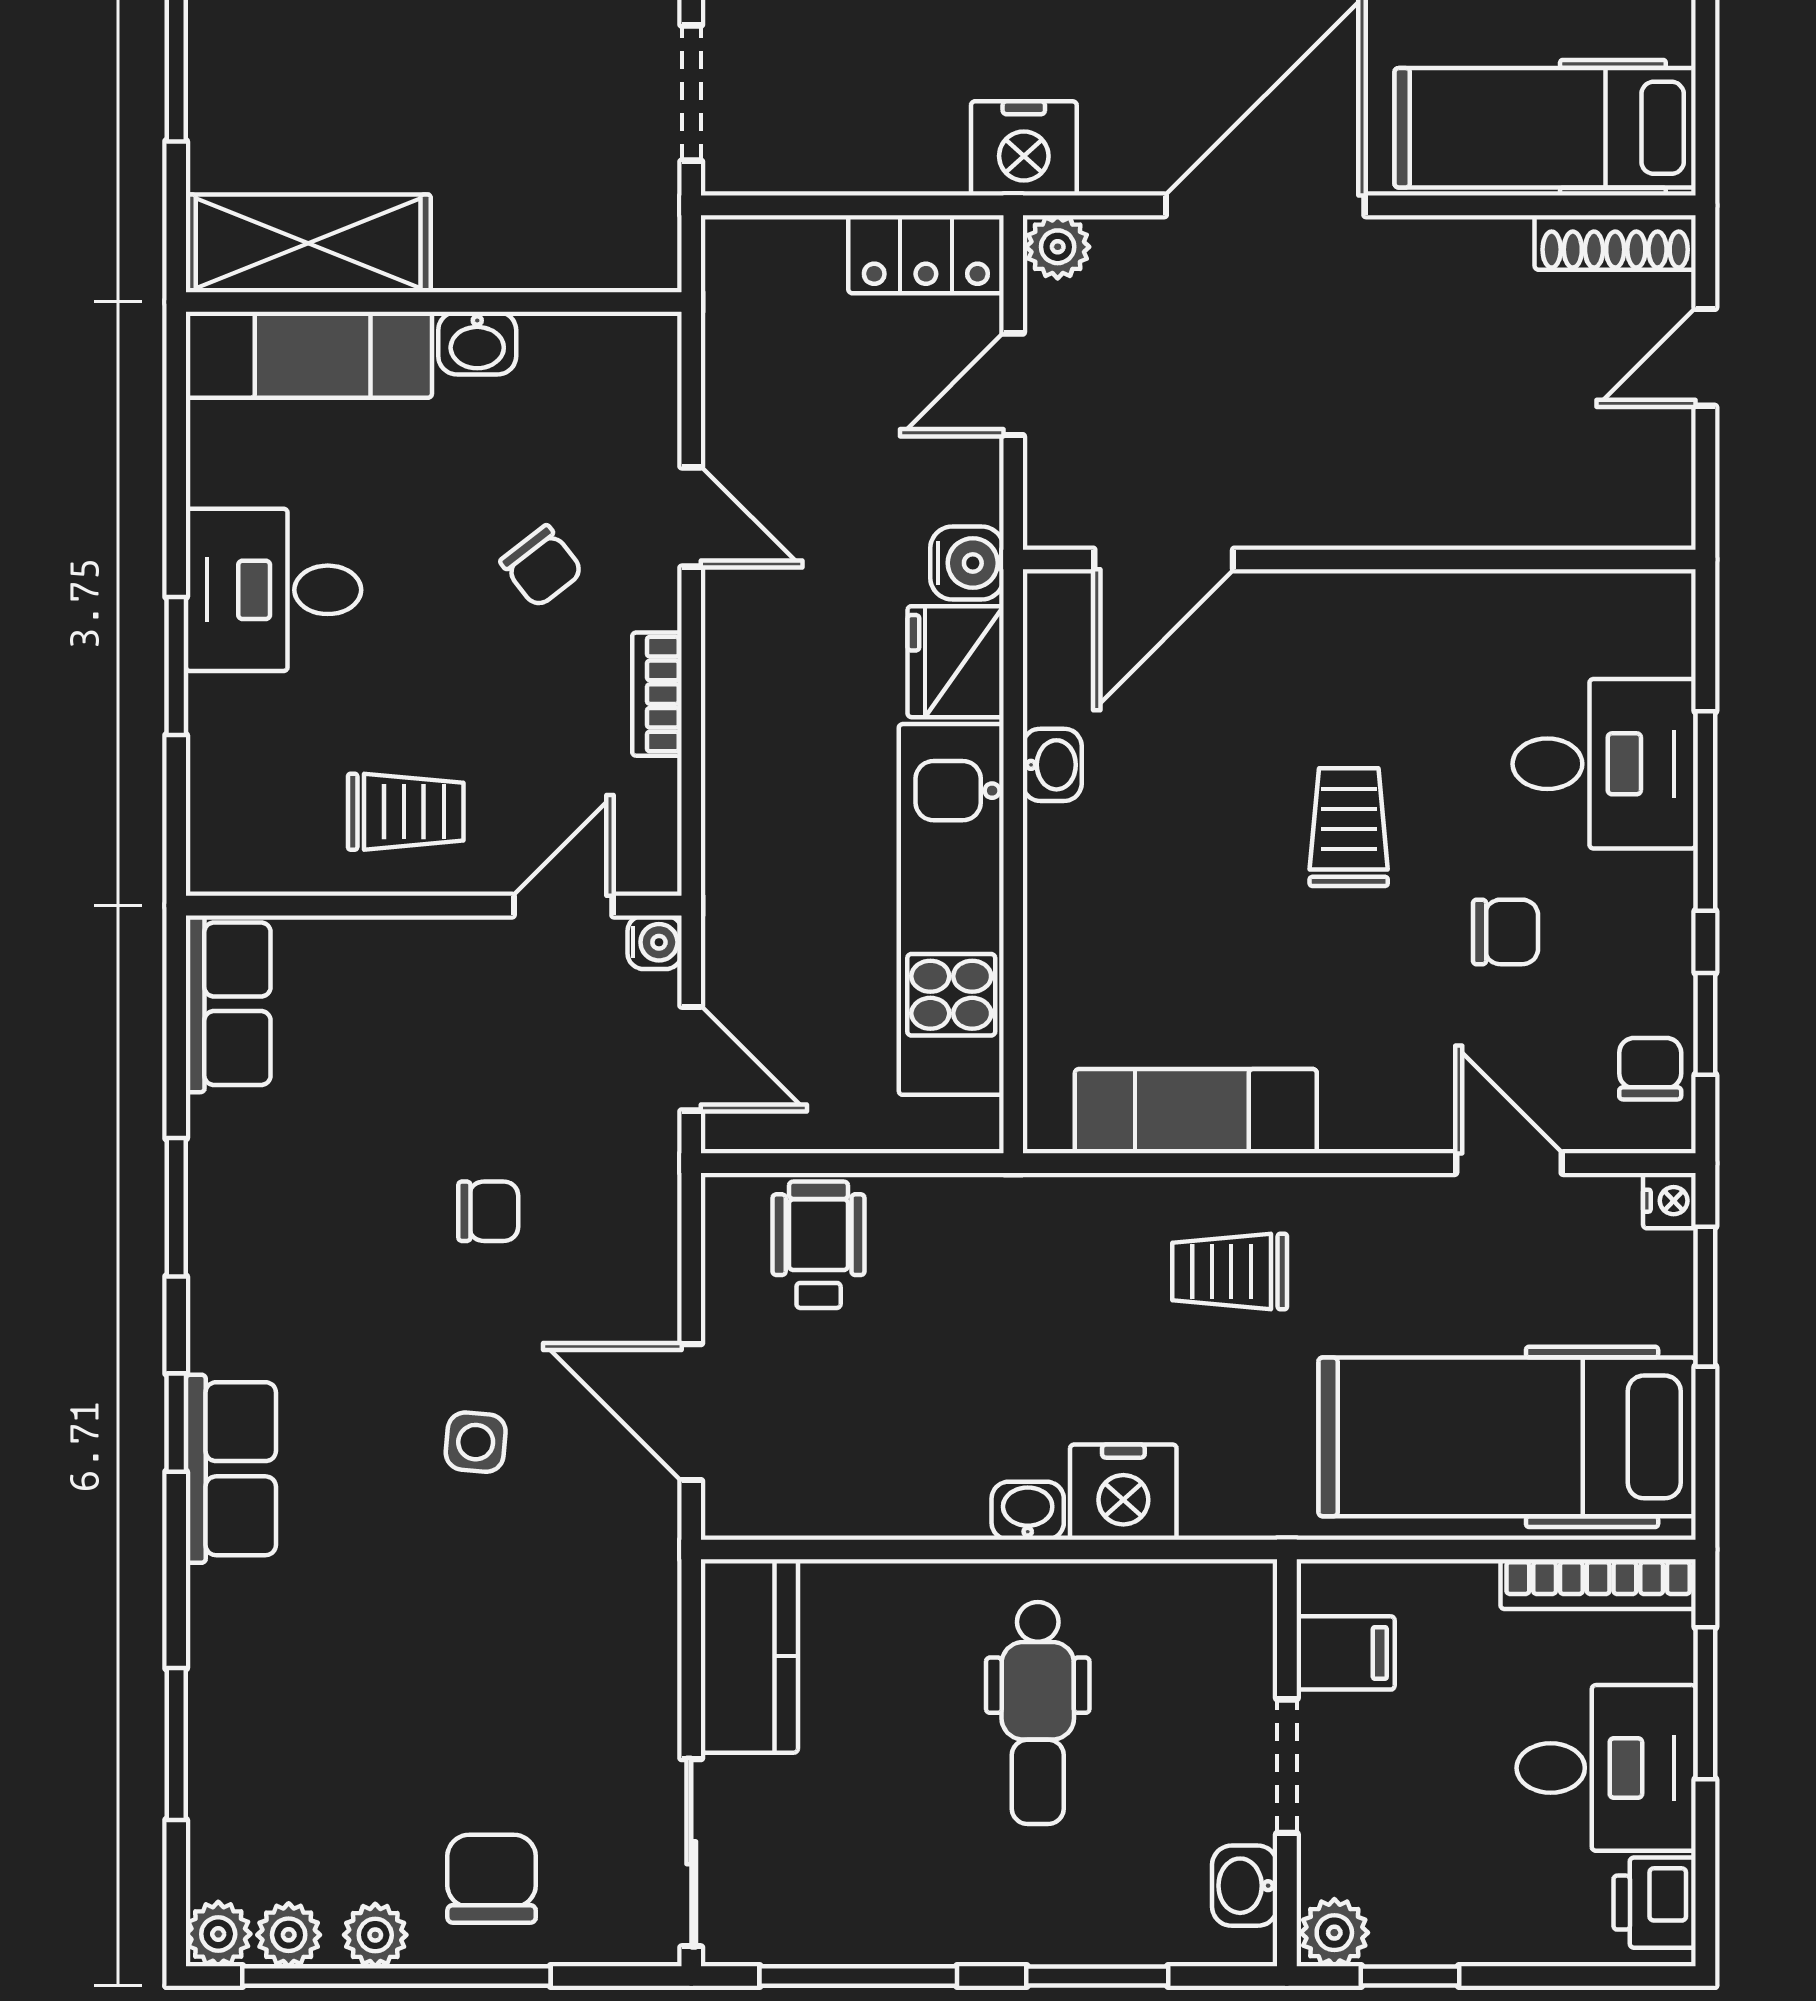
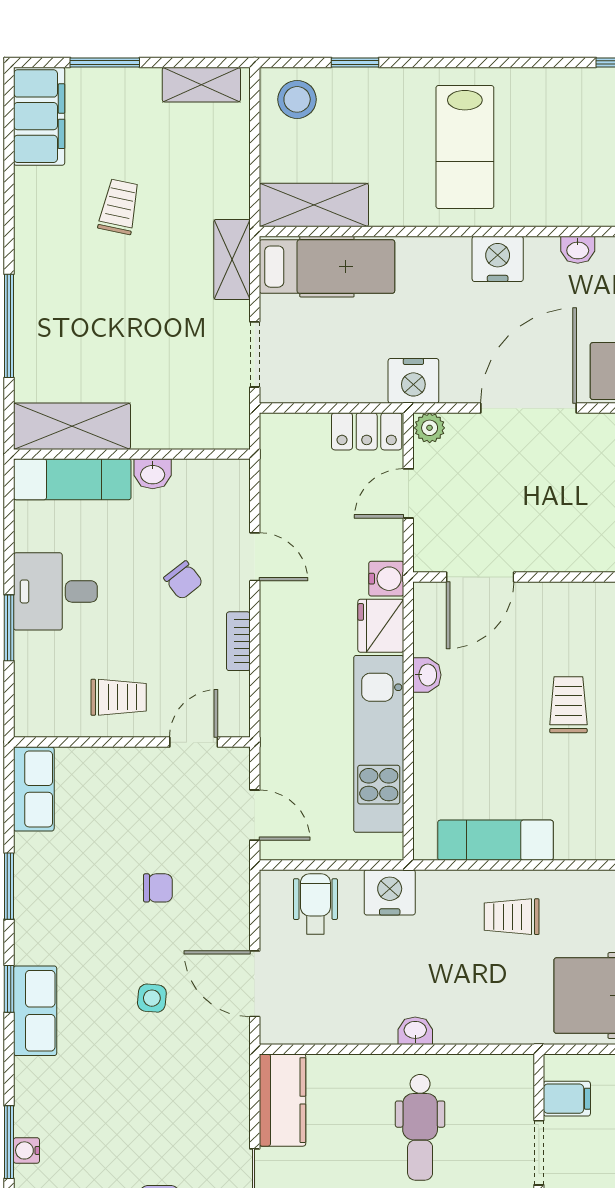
water cooler: (655, 942) -> (26, 1150), moved, turned 180
nightstand: (1123, 1492) -> (390, 892), moved, turned 180

